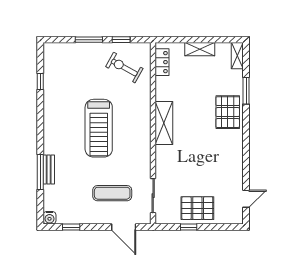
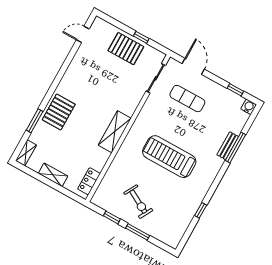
exercise bike: (124, 68) -> (138, 202), moved
window: (40, 81) -> (201, 210), moved
treadmill: (99, 128) -> (169, 157), turned -90

